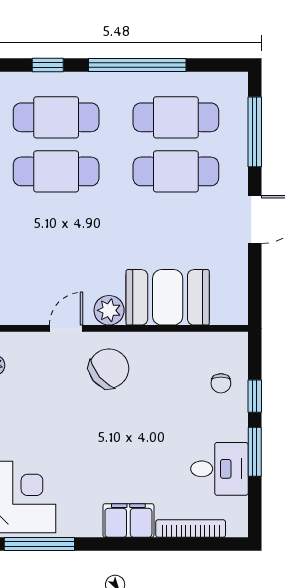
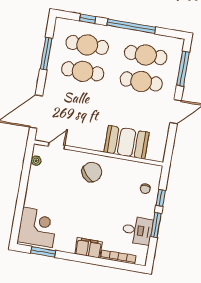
plant: (109, 310) -> (97, 144), removed
door: (66, 328) -> (56, 146), moved
window: (39, 544) -> (43, 252), width x0.69

